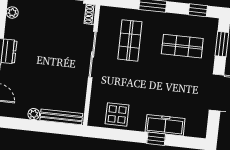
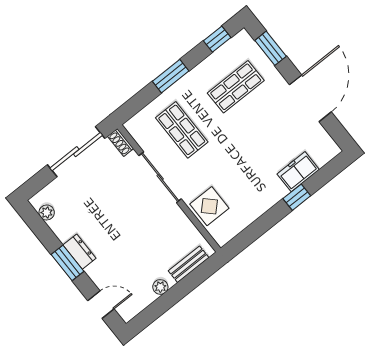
display table: (117, 114) -> (209, 206), moved
bench: (61, 117) -> (189, 264), width x0.73
freezer: (165, 125) -> (298, 172), width x0.71

